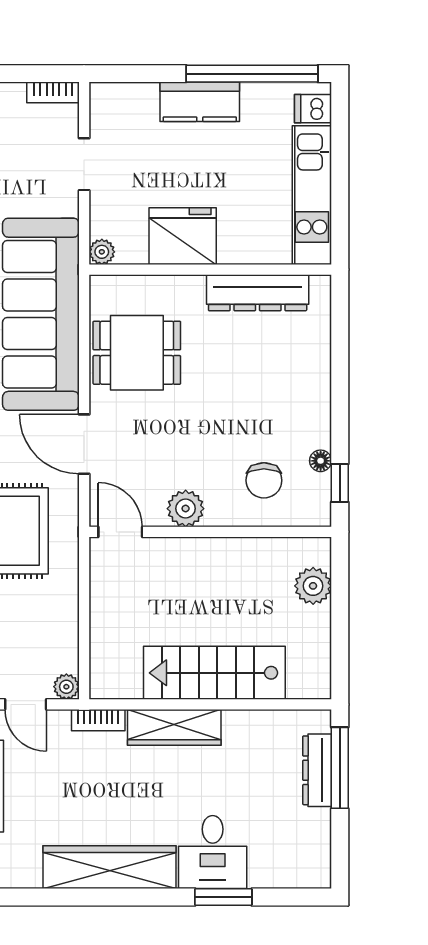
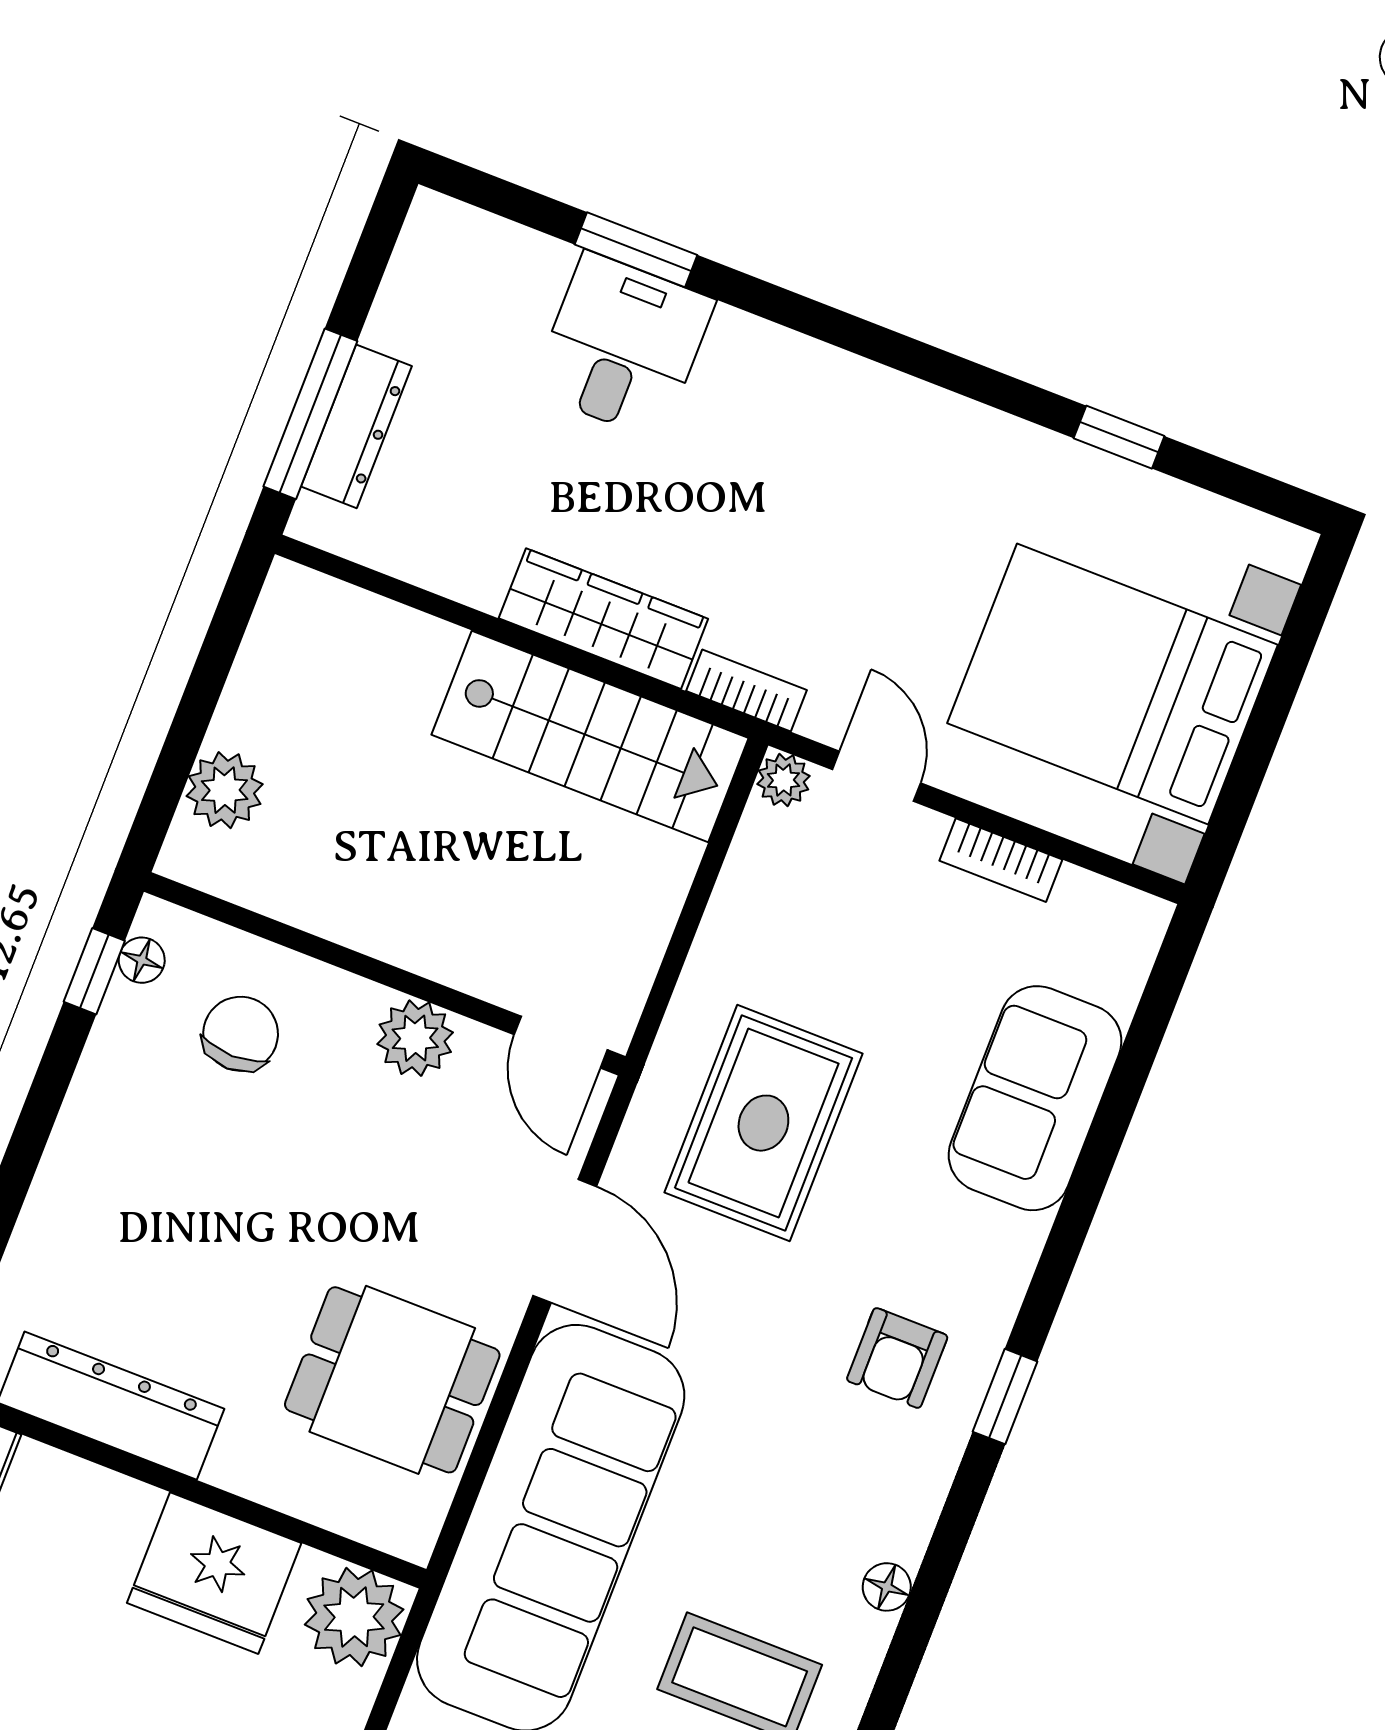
plant: (102, 252) -> (354, 1617), width x1.88, depth x1.88
floor lamp: (321, 461) -> (142, 960), moved
stairs: (214, 673) -> (590, 736), moved
wardrobe: (110, 867) -> (836, 394), removed

